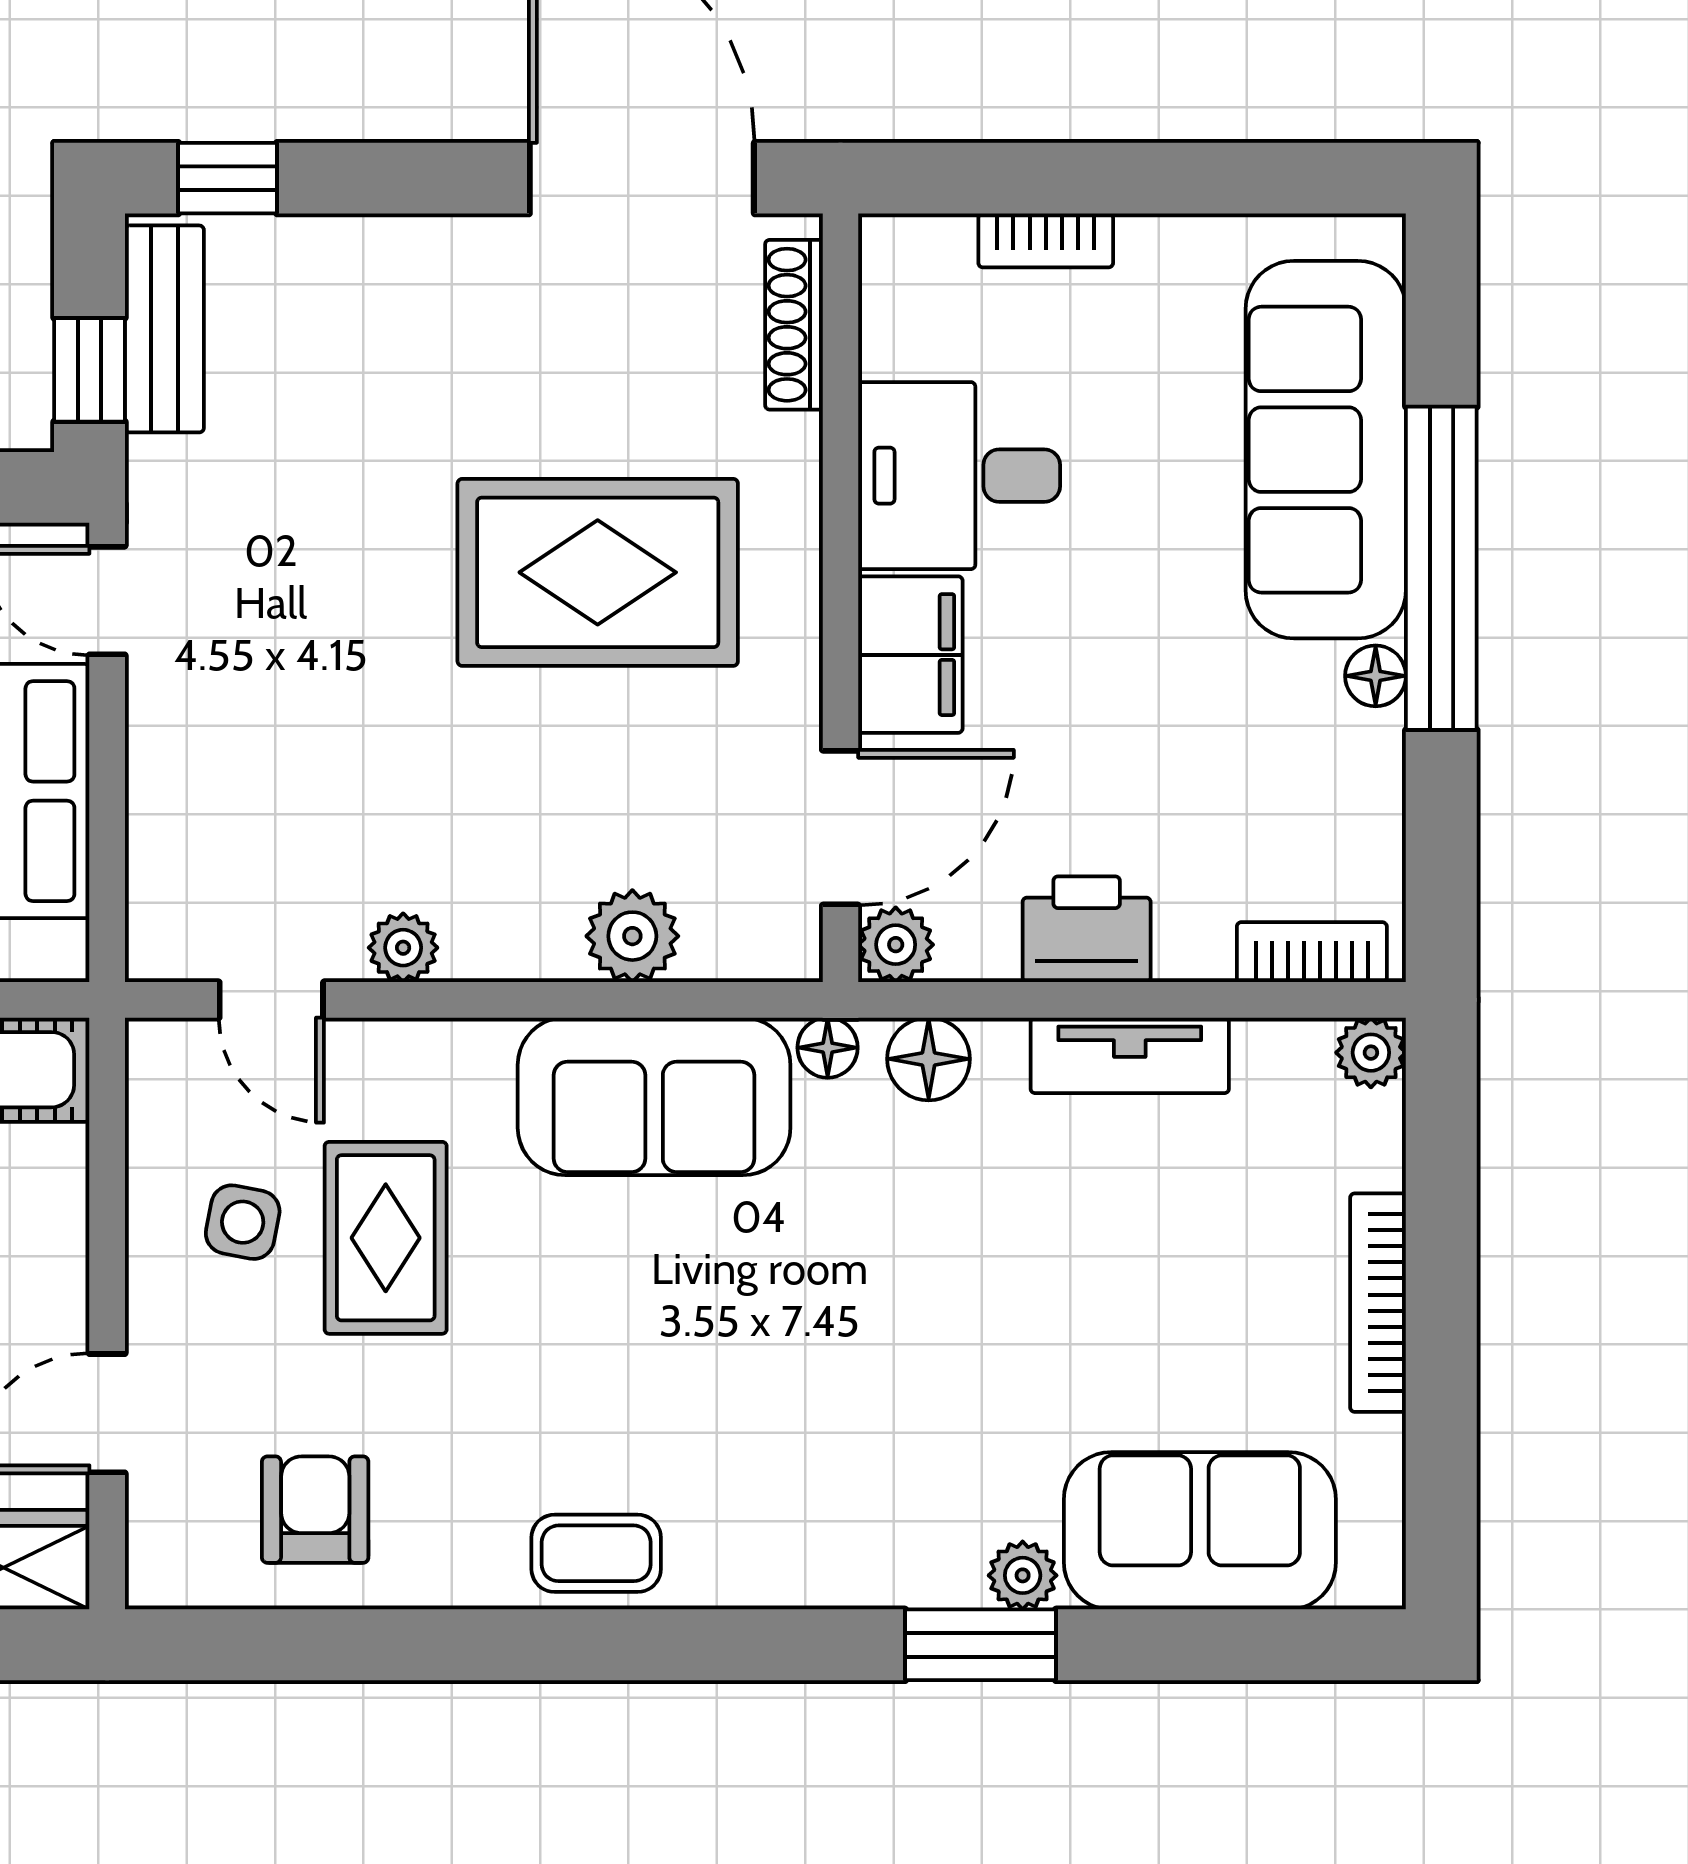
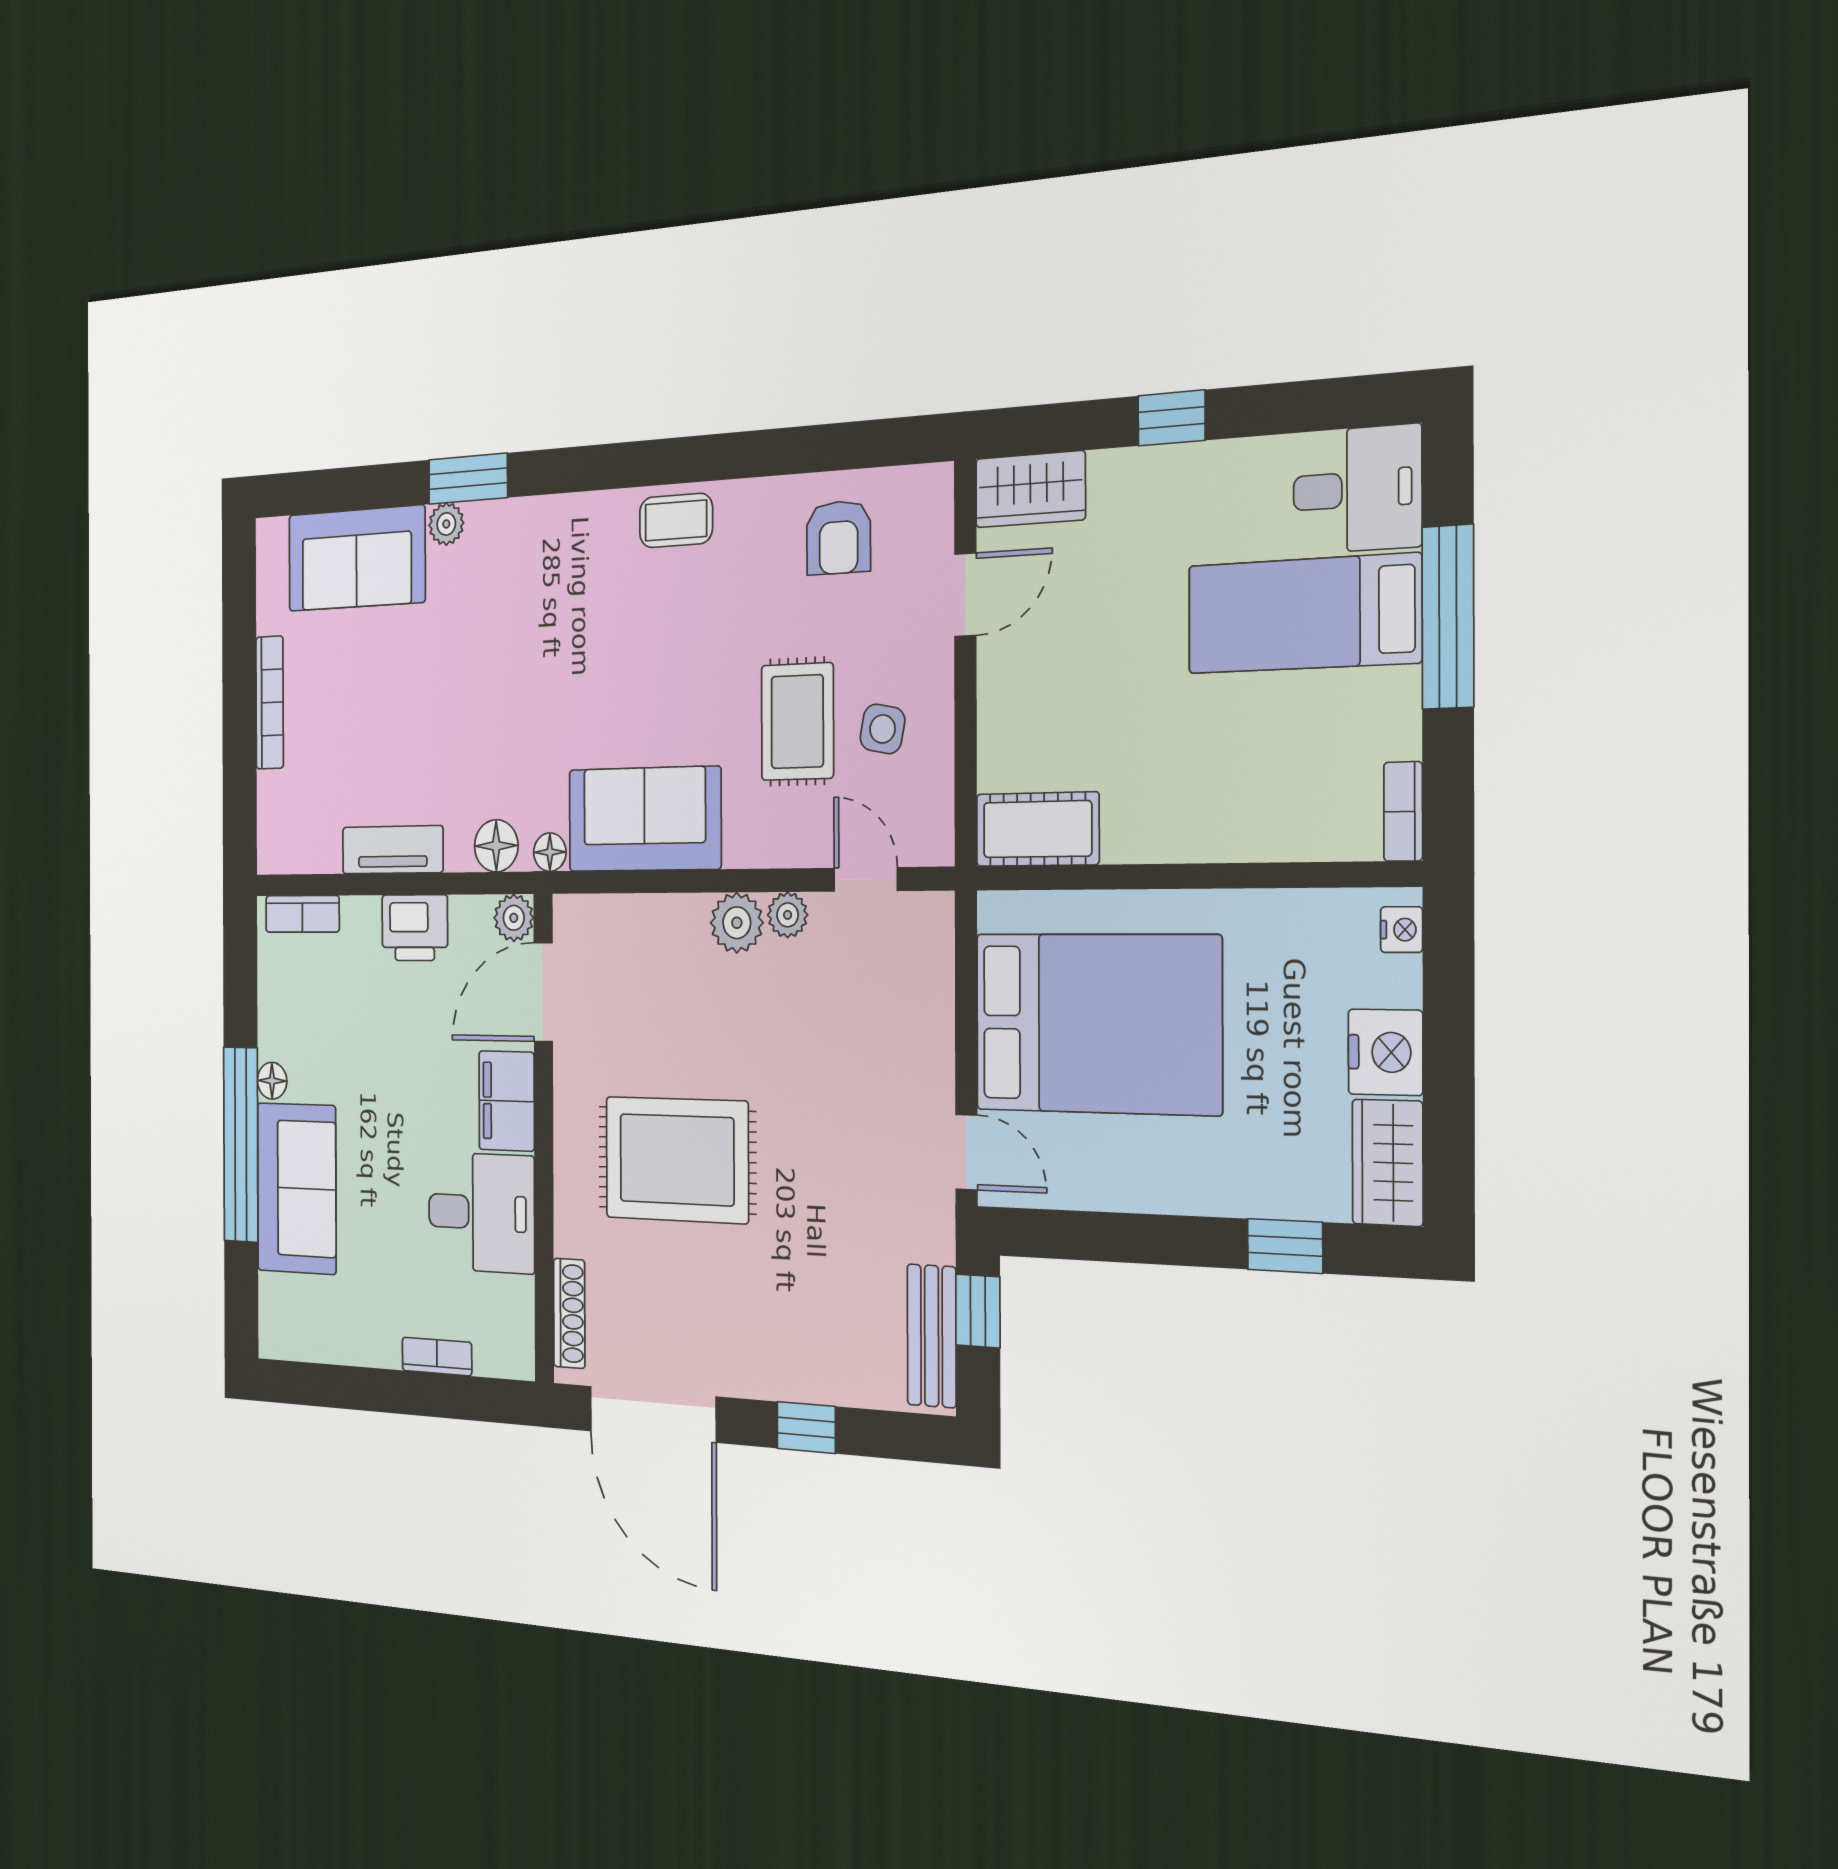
window: (228, 178) -> (806, 1428), moved
sofa: (1326, 450) -> (296, 1188), width x0.73
plant: (632, 936) -> (737, 923), moved
plant: (1371, 1053) -> (274, 853), removed

